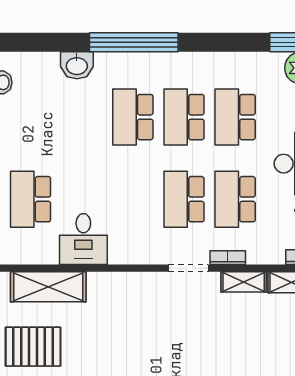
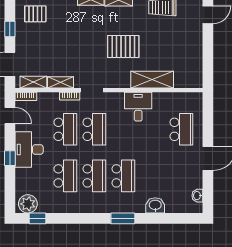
window: (134, 42) -> (123, 218), width x0.47
desk: (83, 239) -> (138, 107), moved
shelving: (48, 287) -> (152, 80), moved
pallet: (33, 347) -> (123, 46), moved

